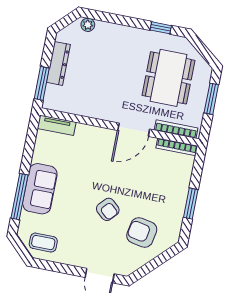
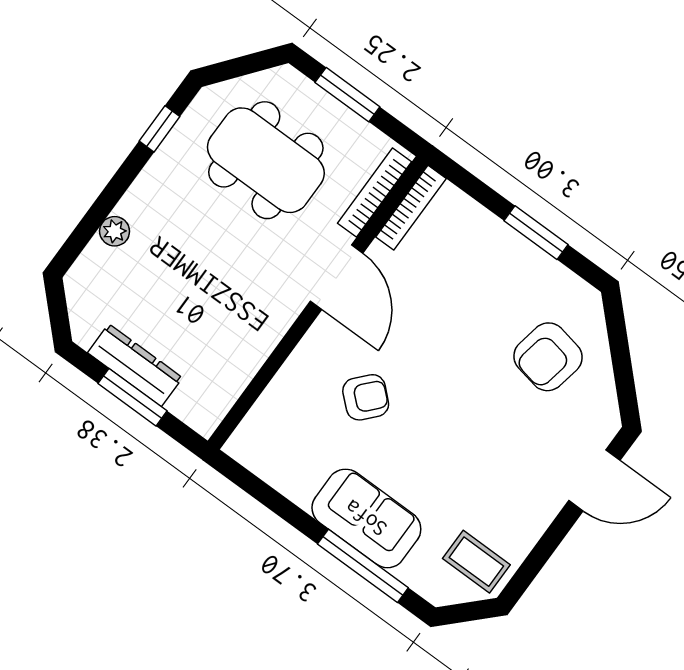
plant: (88, 25) -> (115, 231), moved
window: (42, 83) -> (132, 397), moved
tv unit: (57, 125) -> (256, 426), removed
armchair: (108, 209) -> (366, 397), moved
coffee table: (43, 243) -> (476, 562), turned 90

